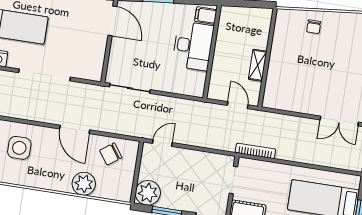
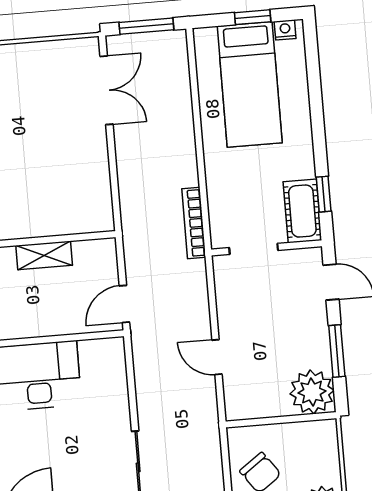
door: (238, 105) -> (124, 304), moved
door: (162, 143) -> (217, 357), moved

